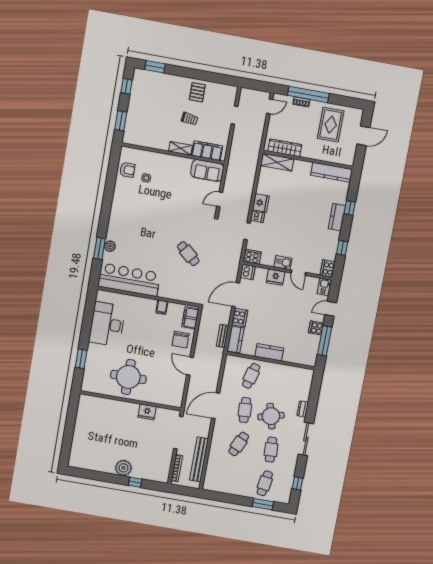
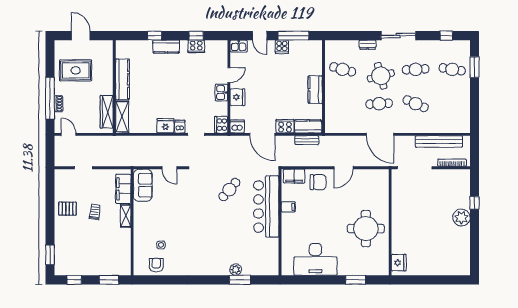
kitchen counter: (332, 172) -> (122, 79), moved
cooker: (328, 268) -> (196, 46), moved
bar counter: (129, 280) -> (266, 206), moved
cafe table: (251, 376) -> (343, 69), moved
fridge: (147, 412) -> (399, 263), moved

